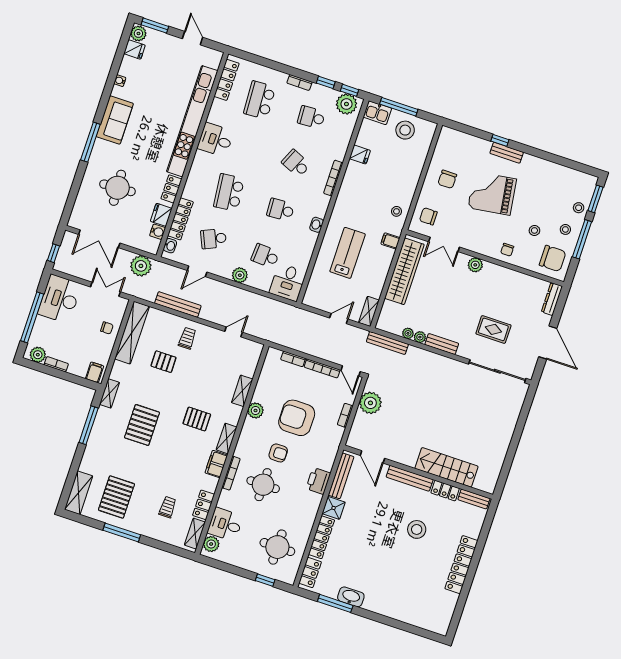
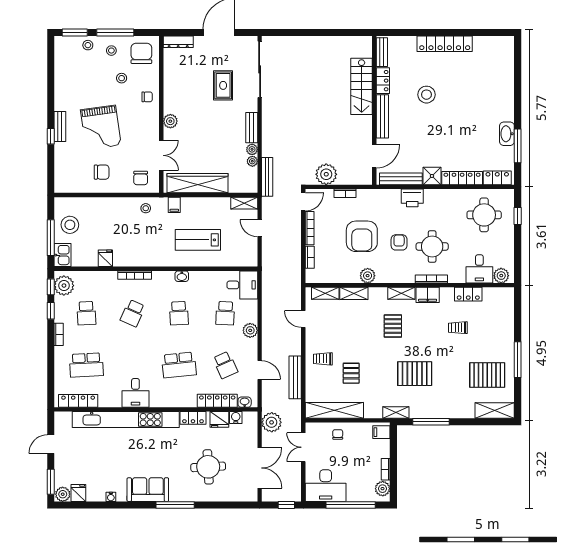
trolley: (168, 507) -> (458, 328), moved
shelving: (195, 534) -> (325, 293), moved

